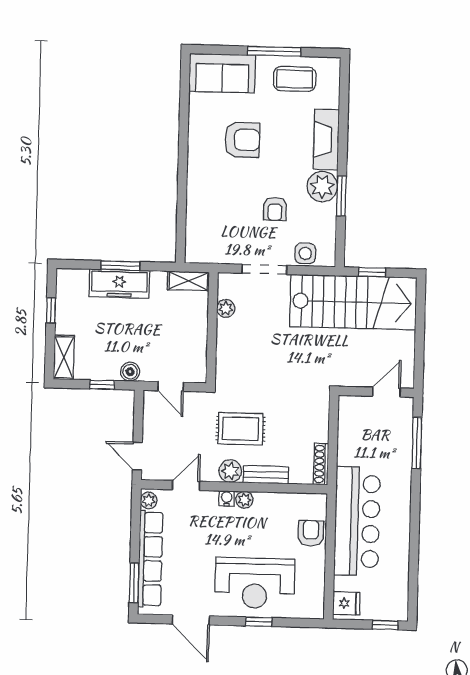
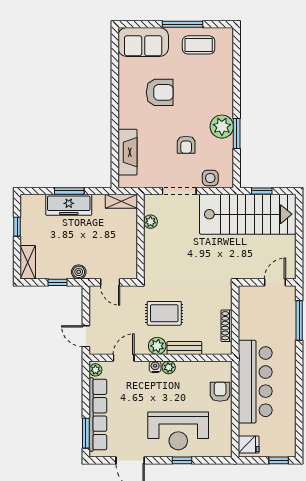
fireplace: (326, 140) -> (127, 152), moved, turned 180
shoe rack: (321, 464) -> (226, 326), moved

